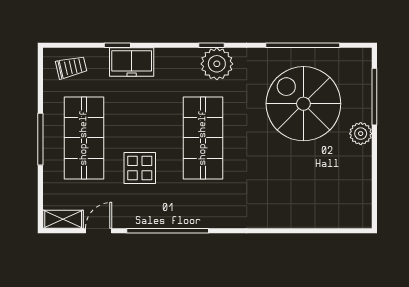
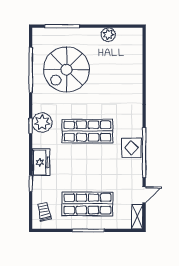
freezer: (132, 62) -> (41, 162), moved
plant: (361, 134) -> (108, 35), moved
display table: (140, 168) -> (131, 148), moved
door: (99, 231) -> (144, 195), swing flipped

